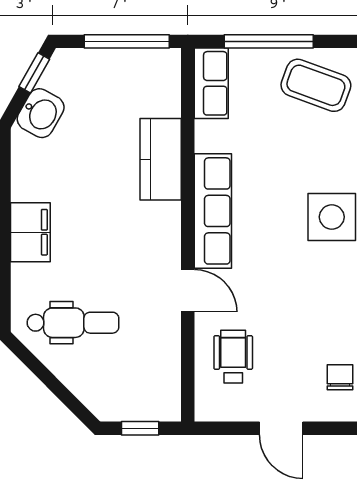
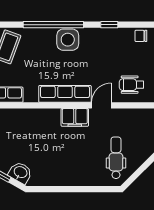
kitchen counter: (161, 159) -> (41, 118), removed
filing cabinet: (30, 232) -> (75, 117), moved, turned 180

